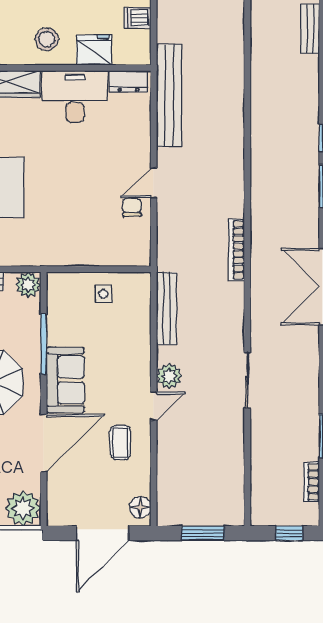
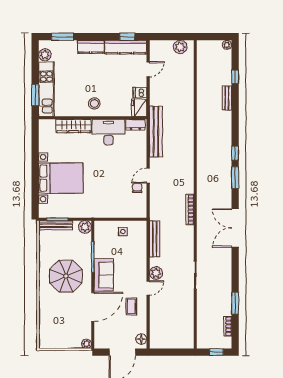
fridge: (94, 50) -> (139, 108), moved, turned -90
plant: (23, 508) -> (87, 344), width x0.53, depth x0.53
window: (203, 533) -> (173, 352), removed

